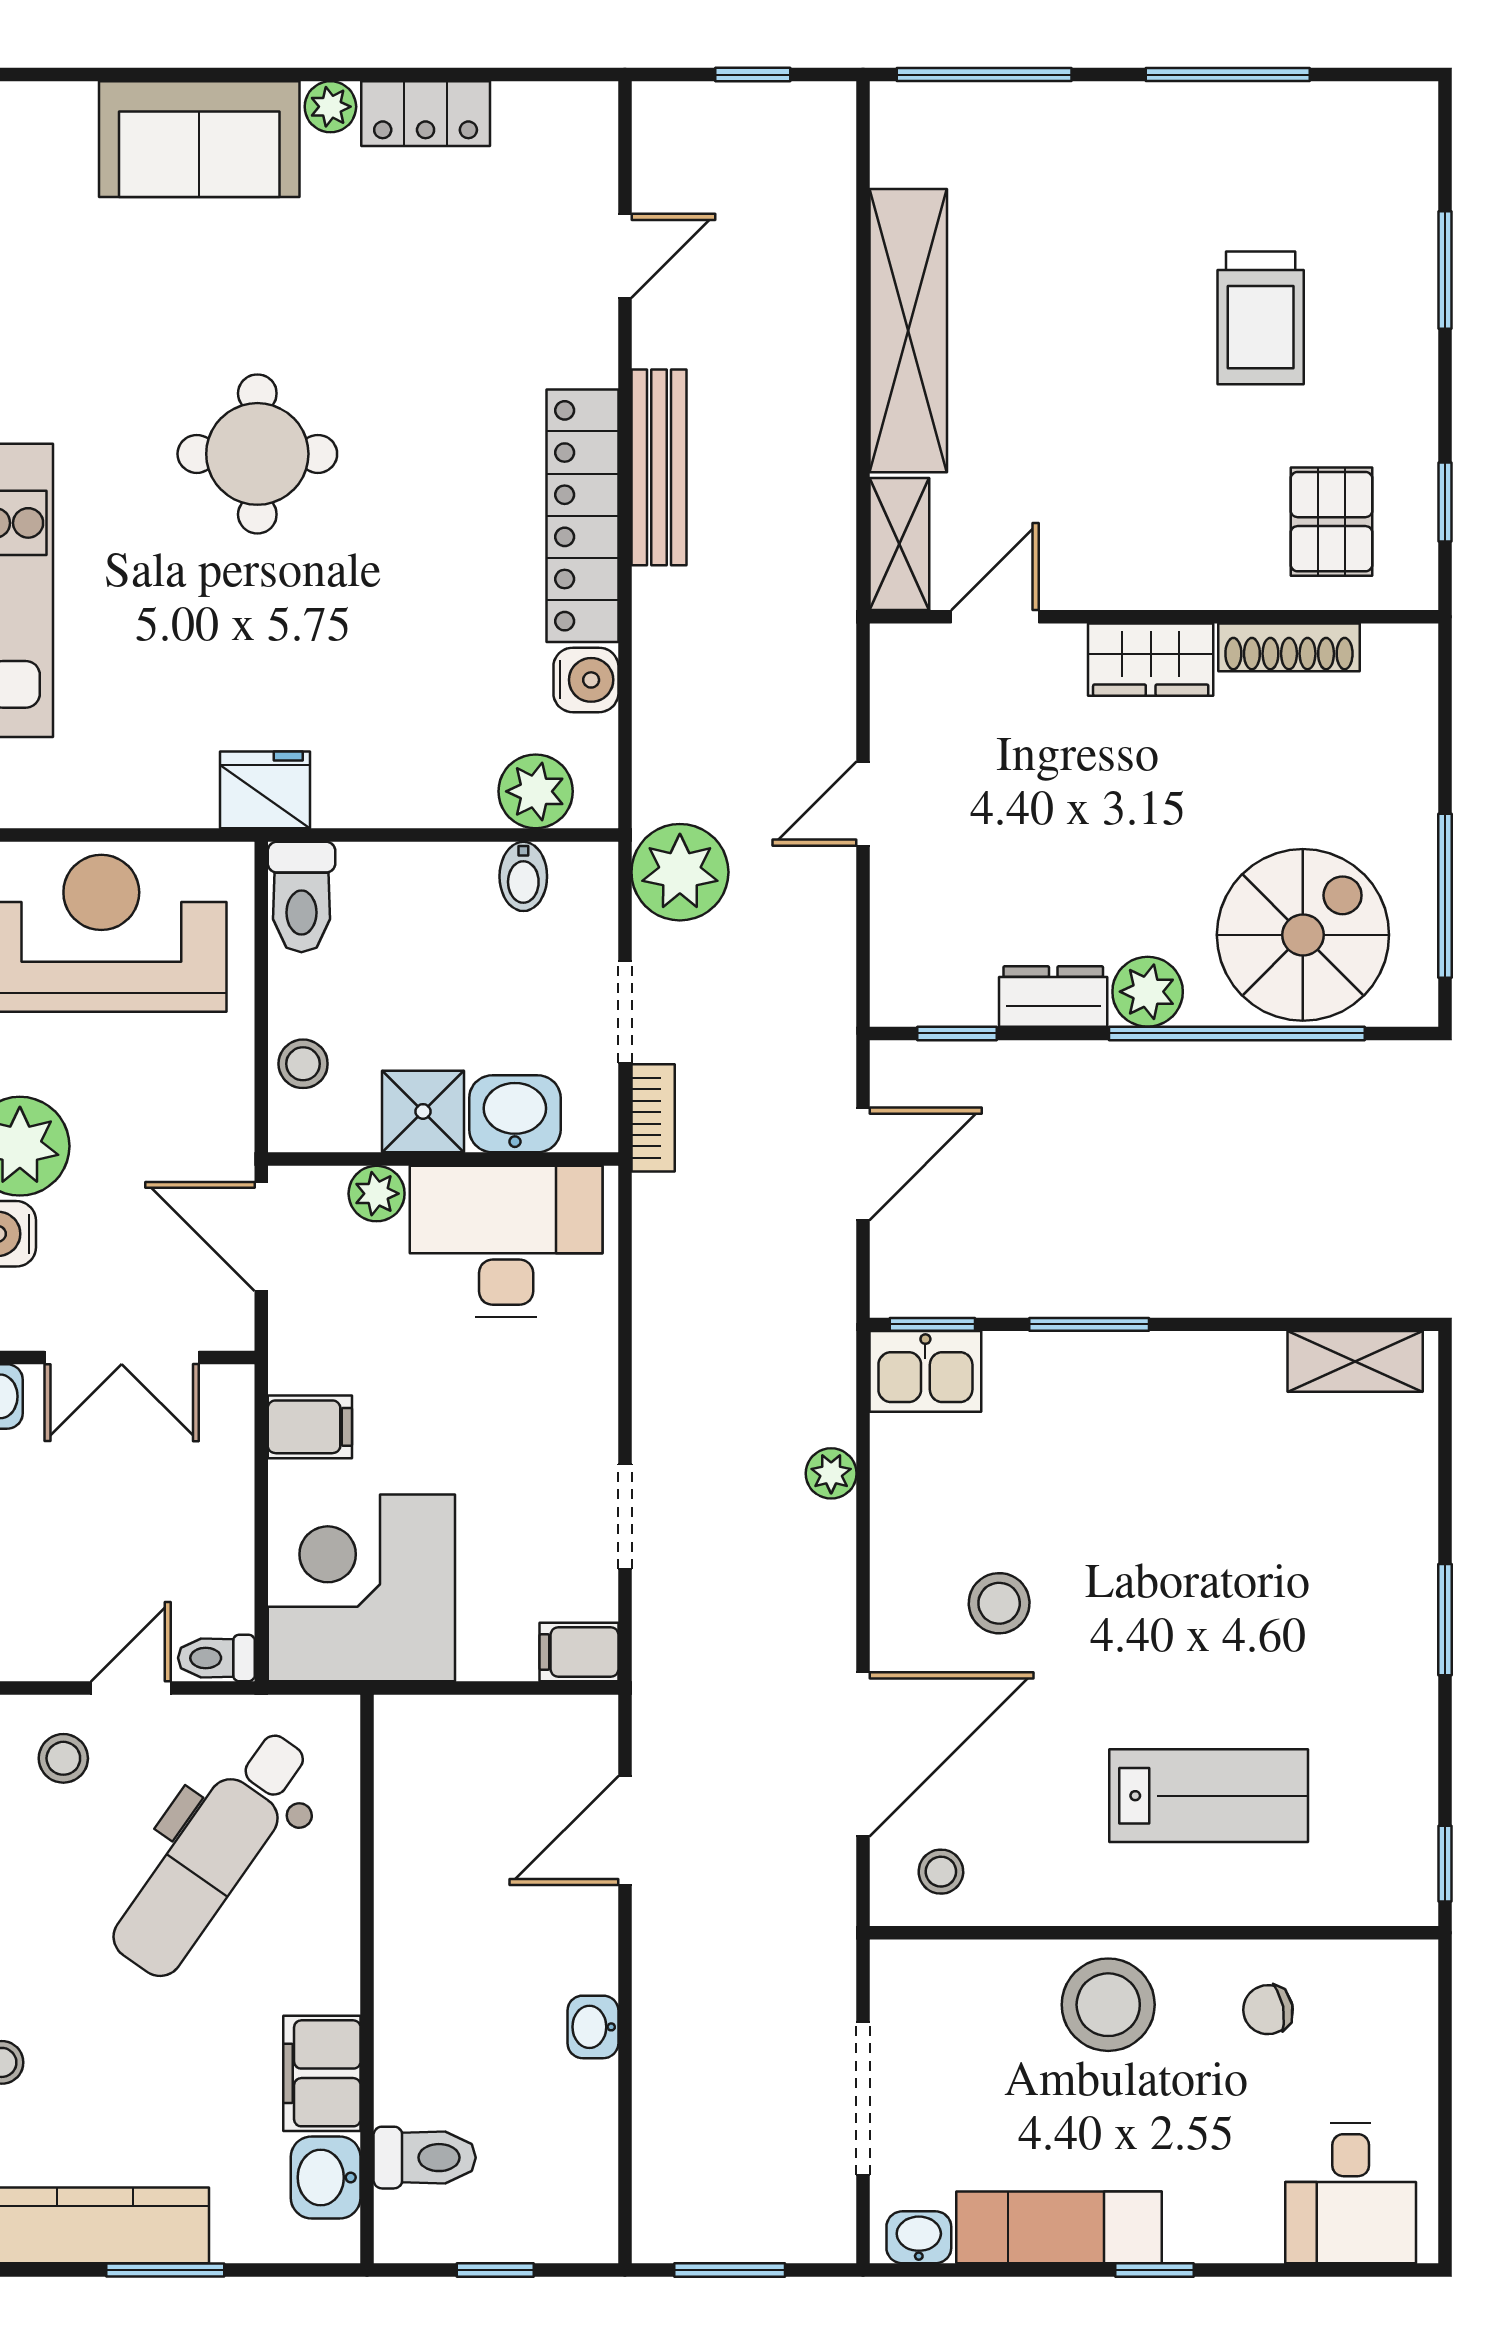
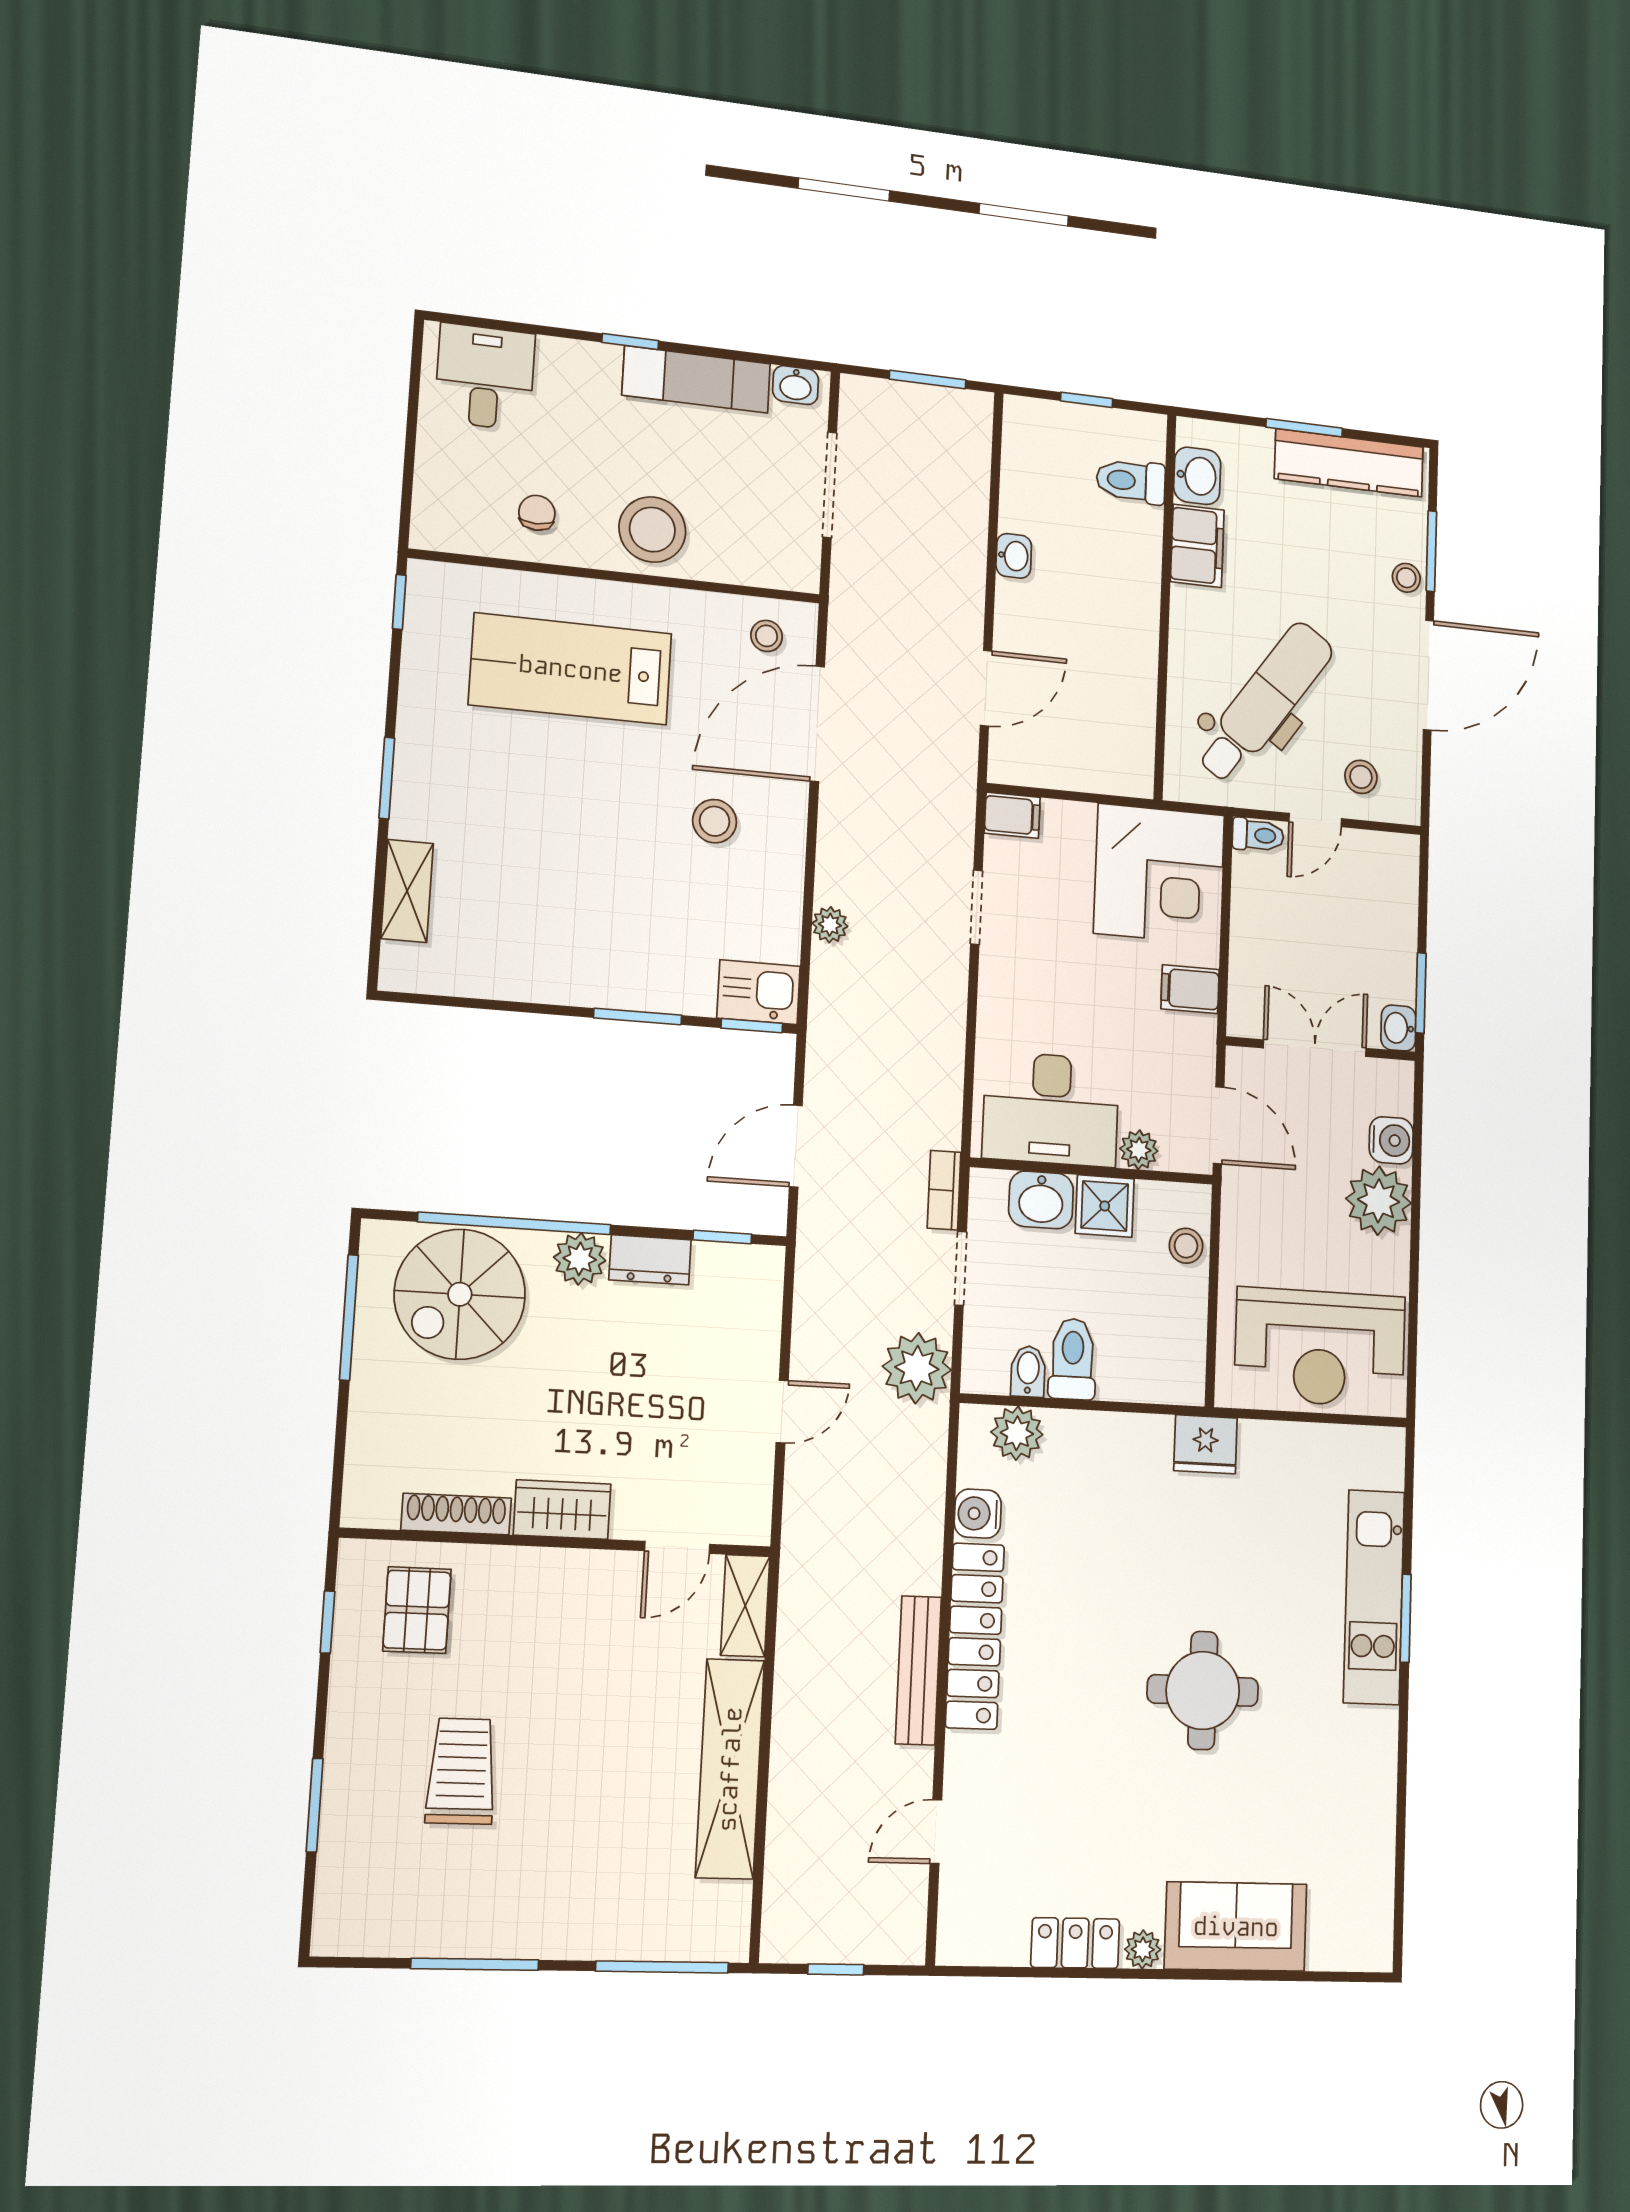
toilet: (301, 897) -> (1073, 1359), moved
shelving: (1355, 1361) -> (407, 891), moved, turned 90
lab bench: (1209, 1796) -> (571, 669), width x1.36, depth x1.39
chair: (1268, 2010) -> (537, 513), turned -79

